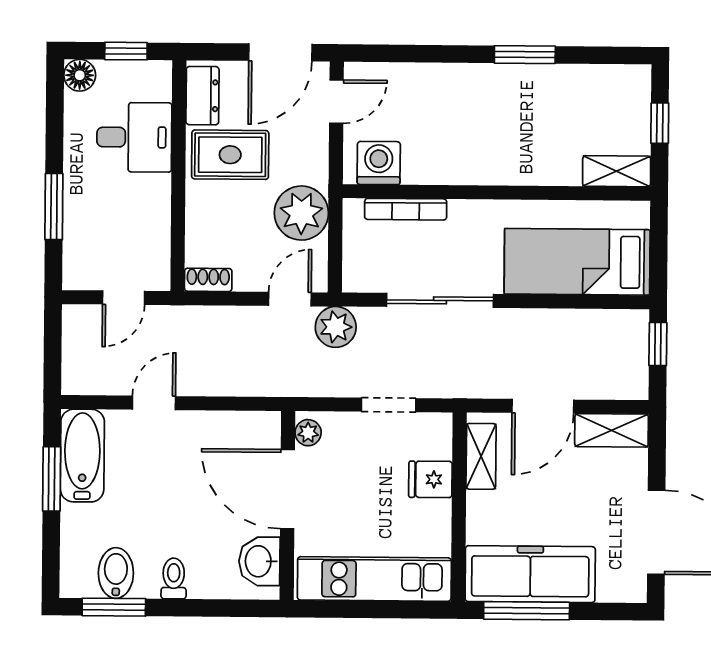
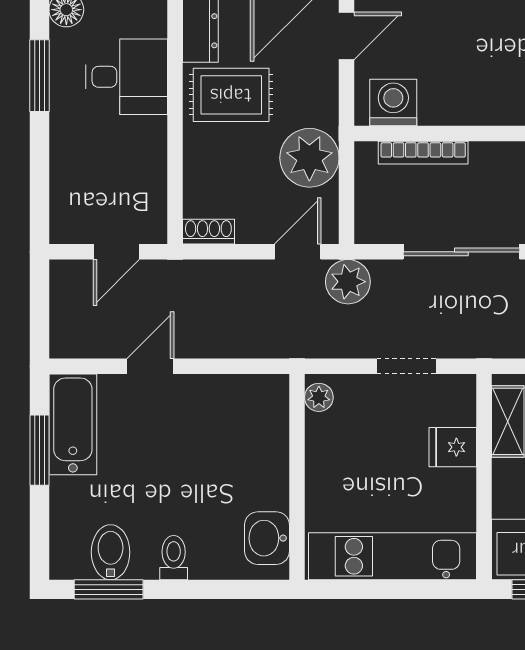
window: (54, 206) -> (39, 76), moved
door: (288, 489) -> (297, 459), removed

